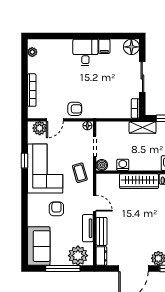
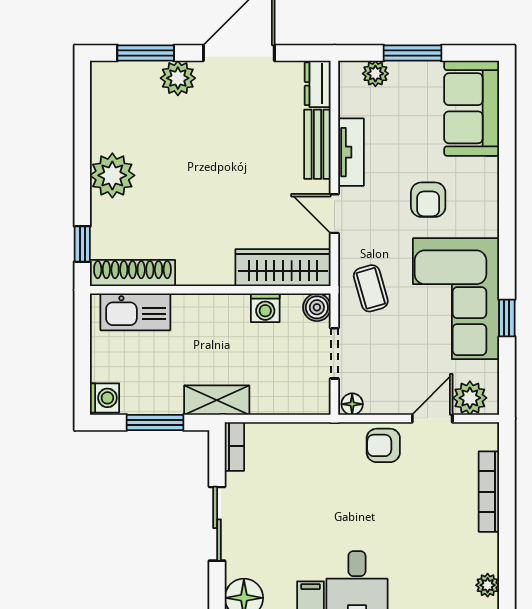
wardrobe: (139, 181) -> (283, 268), moved
plant: (78, 256) -> (375, 74), width x0.53, depth x0.53
window: (63, 269) -> (412, 53), width x0.69

